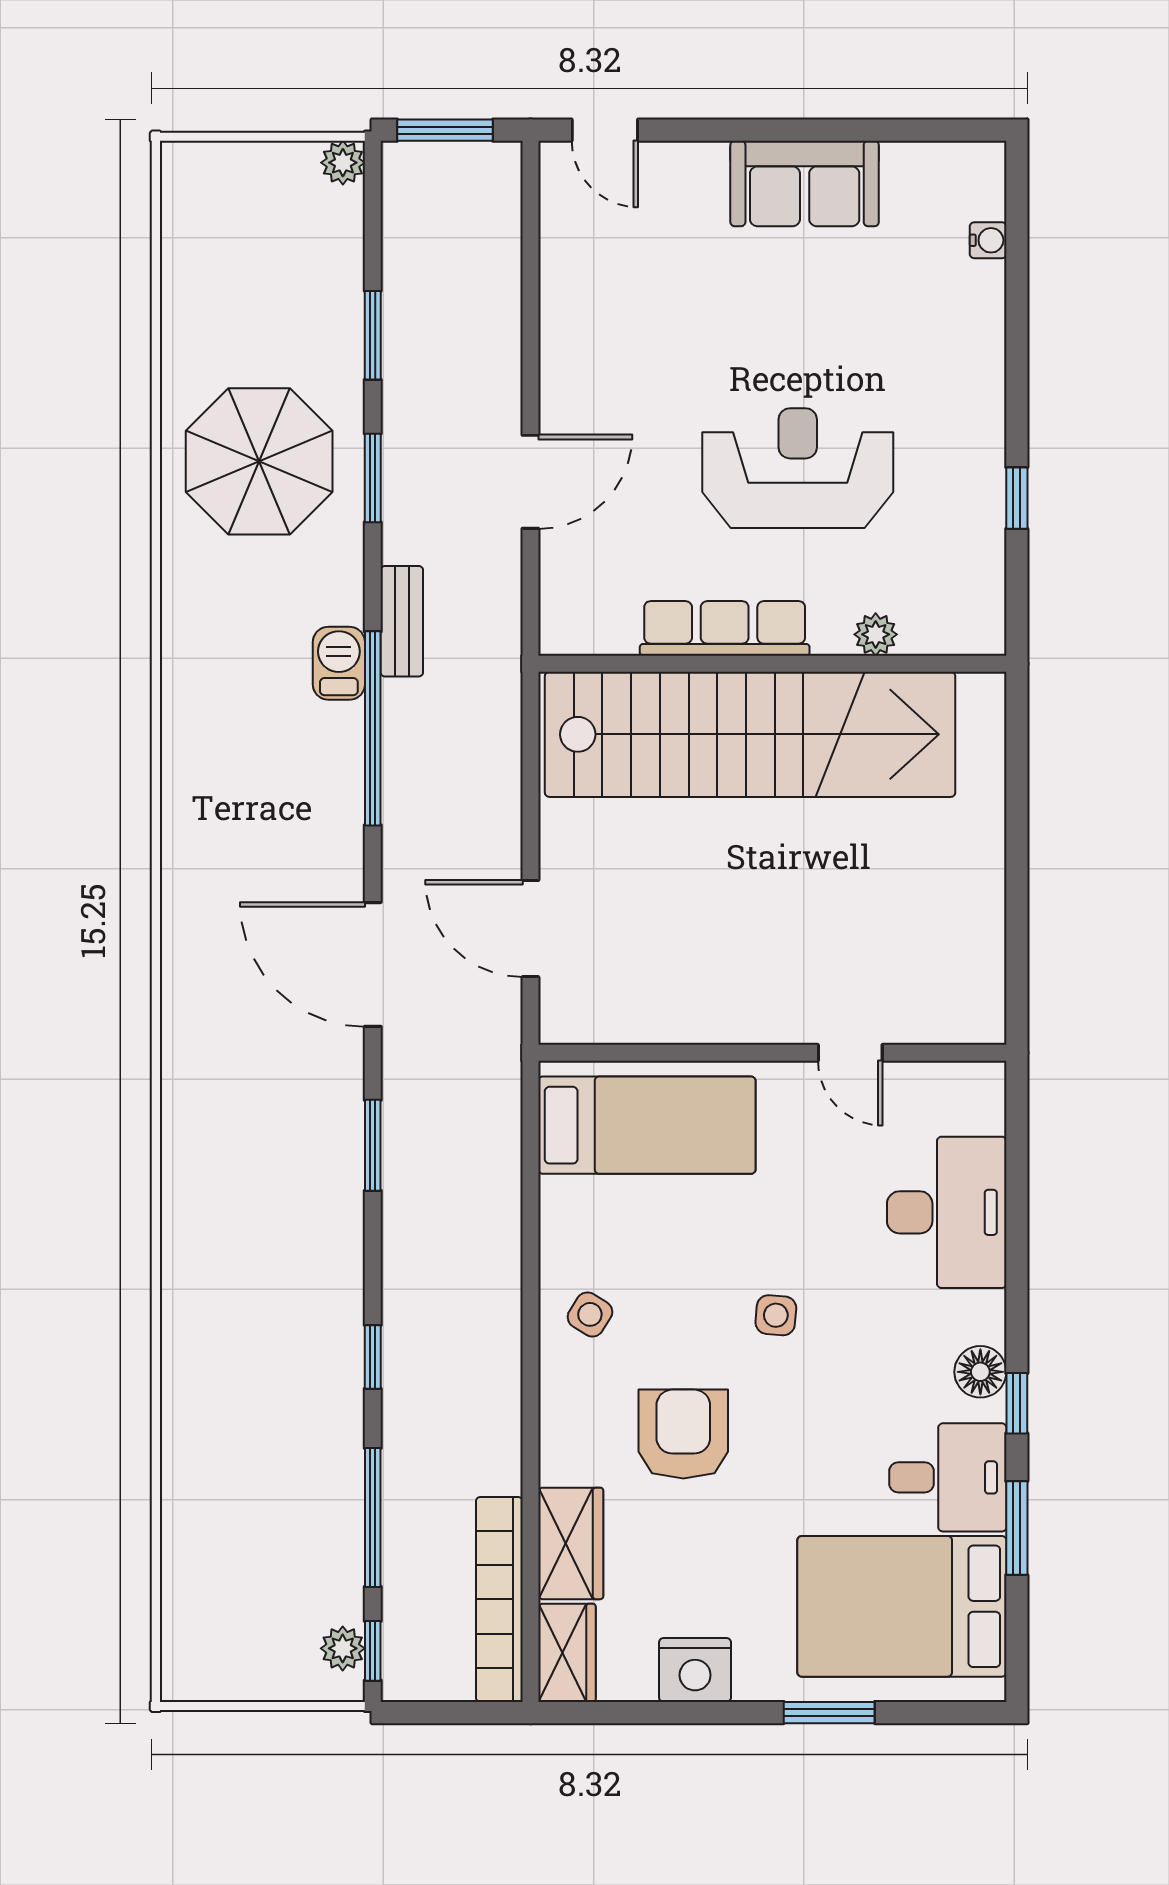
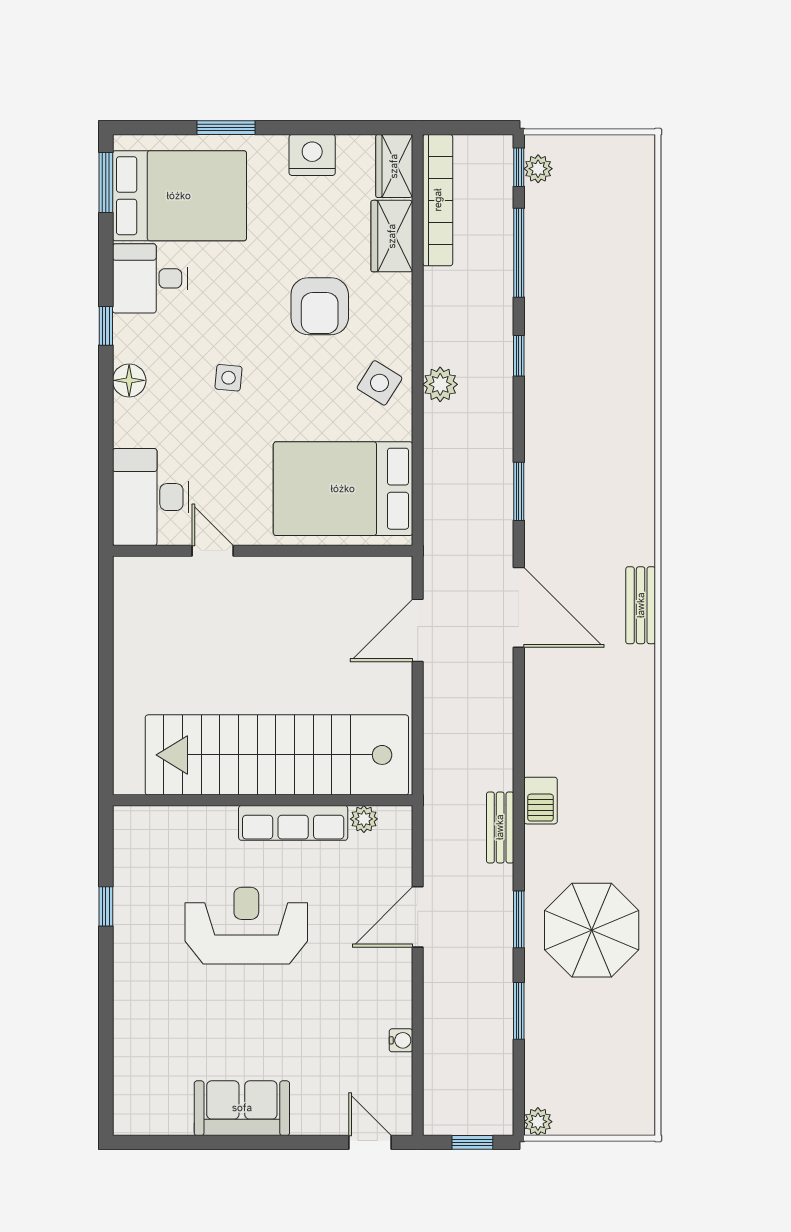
window: (445, 130) -> (472, 1142), width x0.67
water cooler: (988, 240) -> (401, 1040), moved, turned 180
reception desk: (798, 468) -> (246, 926), turned 180
plant: (876, 634) -> (364, 819), moved
window: (373, 728) -> (519, 759), removed
door: (530, 929) -> (418, 630), swing flipped
bench: (183, 968) -> (641, 605), added
bed: (647, 1125) -> (343, 489), width x1.50
desk: (947, 1212) -> (151, 497), moved
plant: (495, 1312) -> (440, 384), added
side table: (590, 1314) -> (380, 383), width x1.37, depth x1.37
side table: (776, 1315) -> (229, 378), moved
floor lamp: (980, 1372) -> (129, 380), moved
window: (1017, 1528) -> (106, 182), moved

